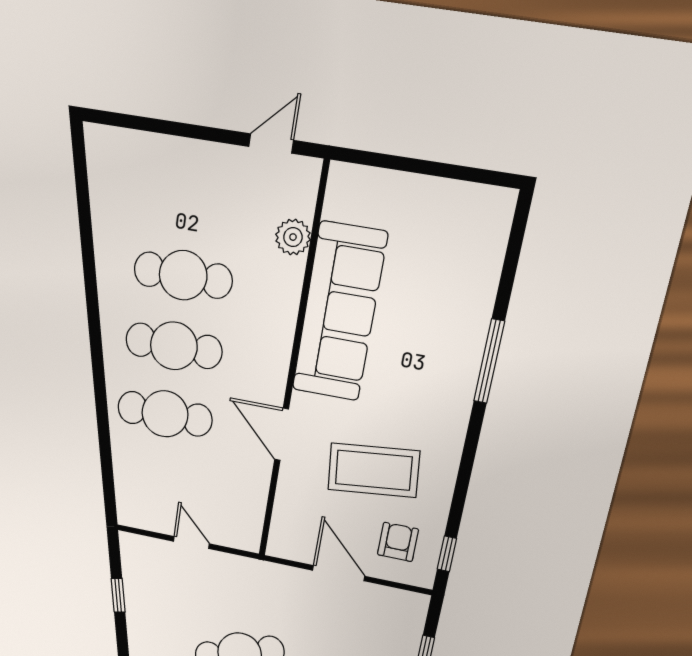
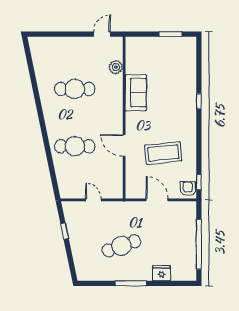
window: (451, 171) -> (171, 34), added
sofa: (339, 312) -> (136, 93), width x0.54, depth x0.79
cafe table: (174, 346) -> (75, 118), removed
window: (489, 361) -> (199, 101), width x0.46
armchair: (398, 542) -> (188, 189), moved

